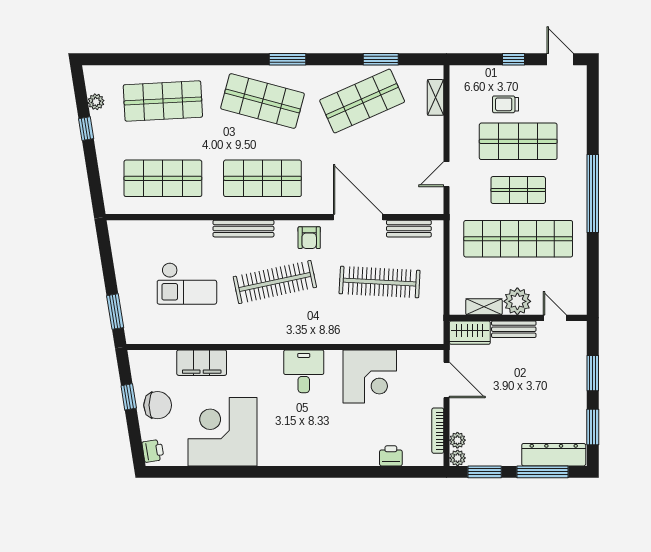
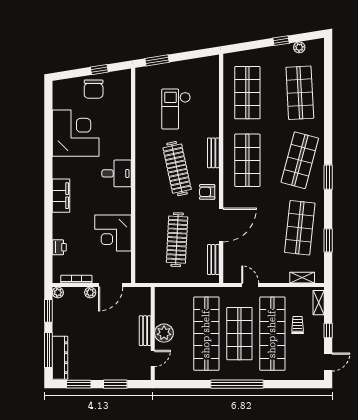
shop shelf: (362, 101) -> (300, 228), turned 30
shop shelf: (518, 141) -> (272, 334), width x1.40
shop shelf: (518, 190) -> (239, 334), width x1.43, depth x1.36
bench: (243, 229) -> (213, 153), width x0.73
shelving: (484, 307) -> (319, 303), moved
wardrobe: (470, 333) -> (143, 301), removed
filing cabinet: (202, 363) -> (61, 196), moved, turned 180
desk: (304, 371) -> (117, 173), moved
plant: (457, 440) -> (90, 292), moved
printer: (153, 451) -> (63, 86), removed

